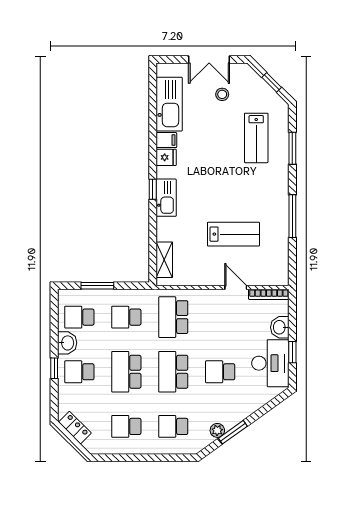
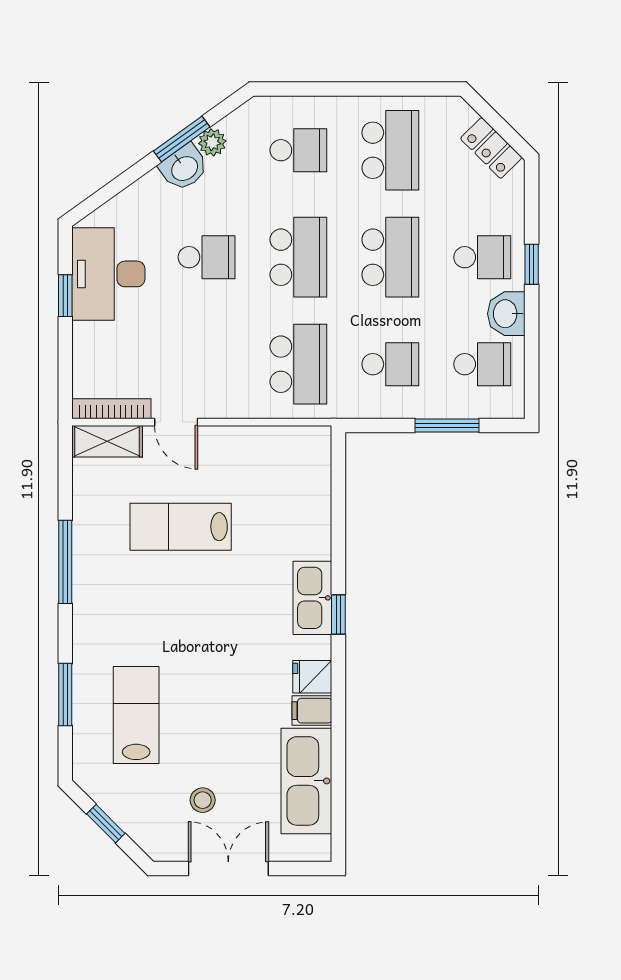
shelving: (164, 260) -> (107, 441), moved, turned 90
washbasin: (280, 327) -> (184, 168), moved, turned 54
school desk: (126, 426) -> (390, 150), width x1.85

